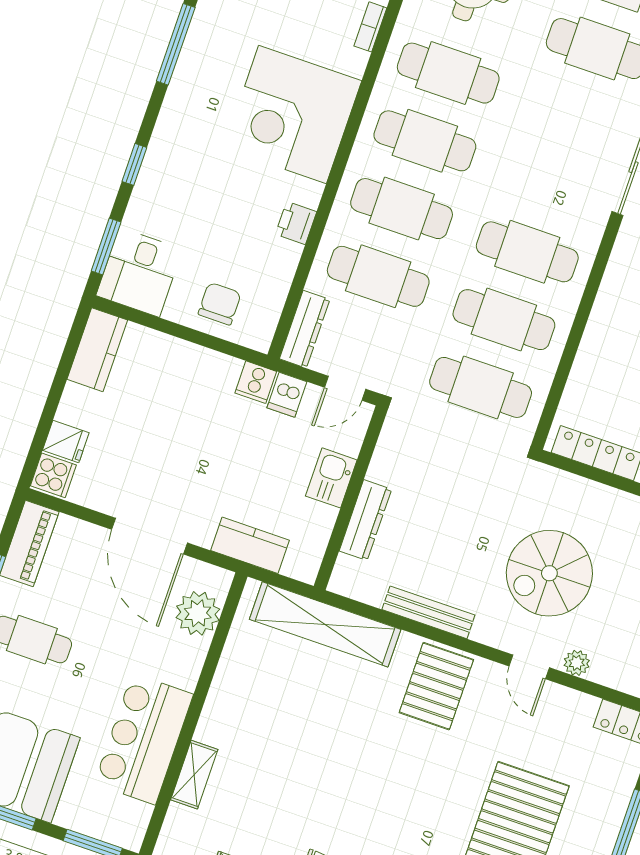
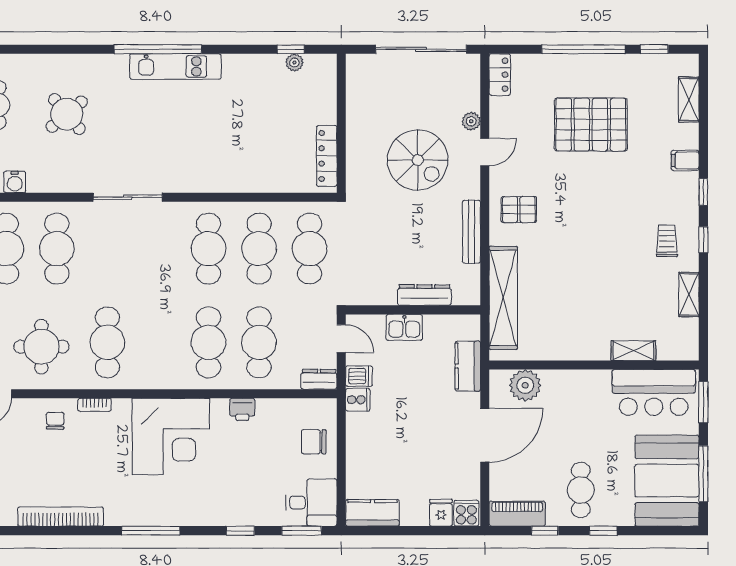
cafe table: (425, 141) -> (158, 342), removed
dresser: (305, 329) -> (319, 379), width x0.70
pallet: (436, 686) -> (519, 210), width x0.67, depth x0.71
bar counter: (144, 739) -> (654, 393), moved

